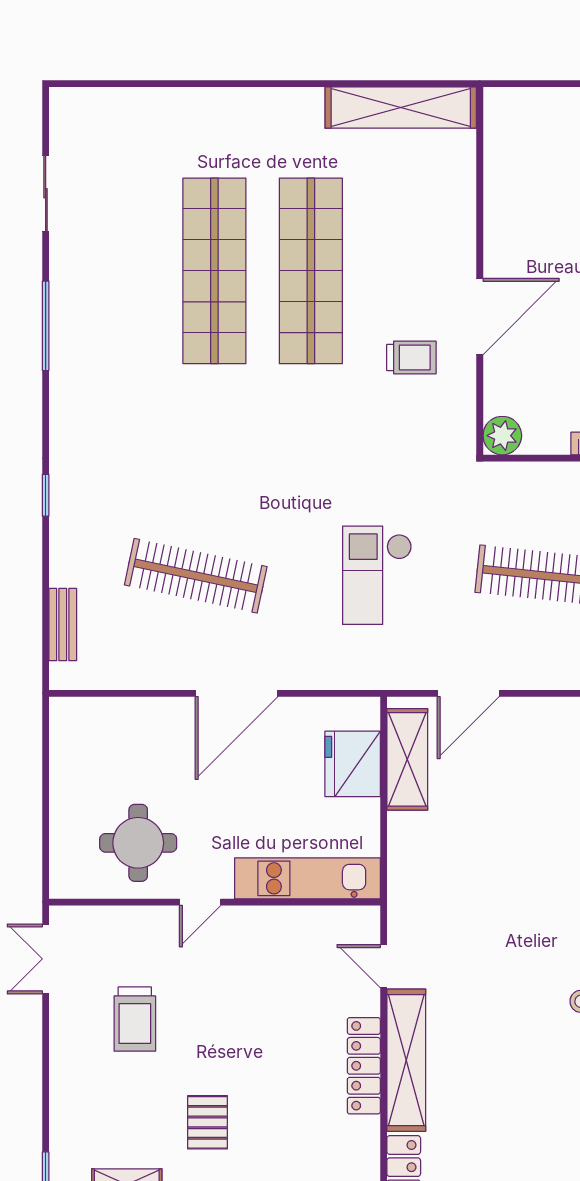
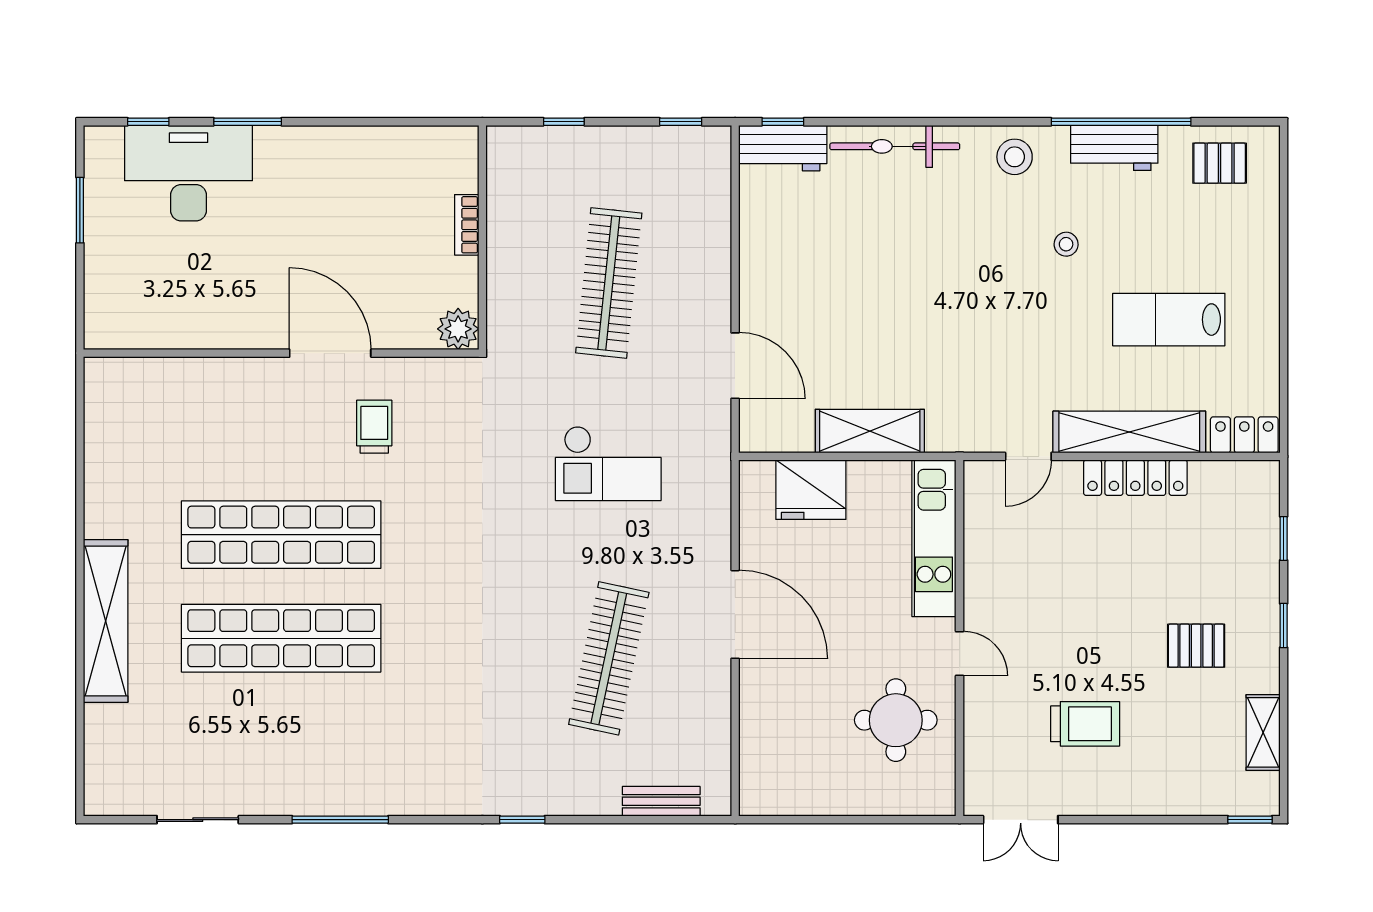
shelving: (401, 108) -> (106, 621), moved
shelving: (407, 759) -> (870, 431), moved
lab bench: (511, 1097) -> (1169, 320), added

